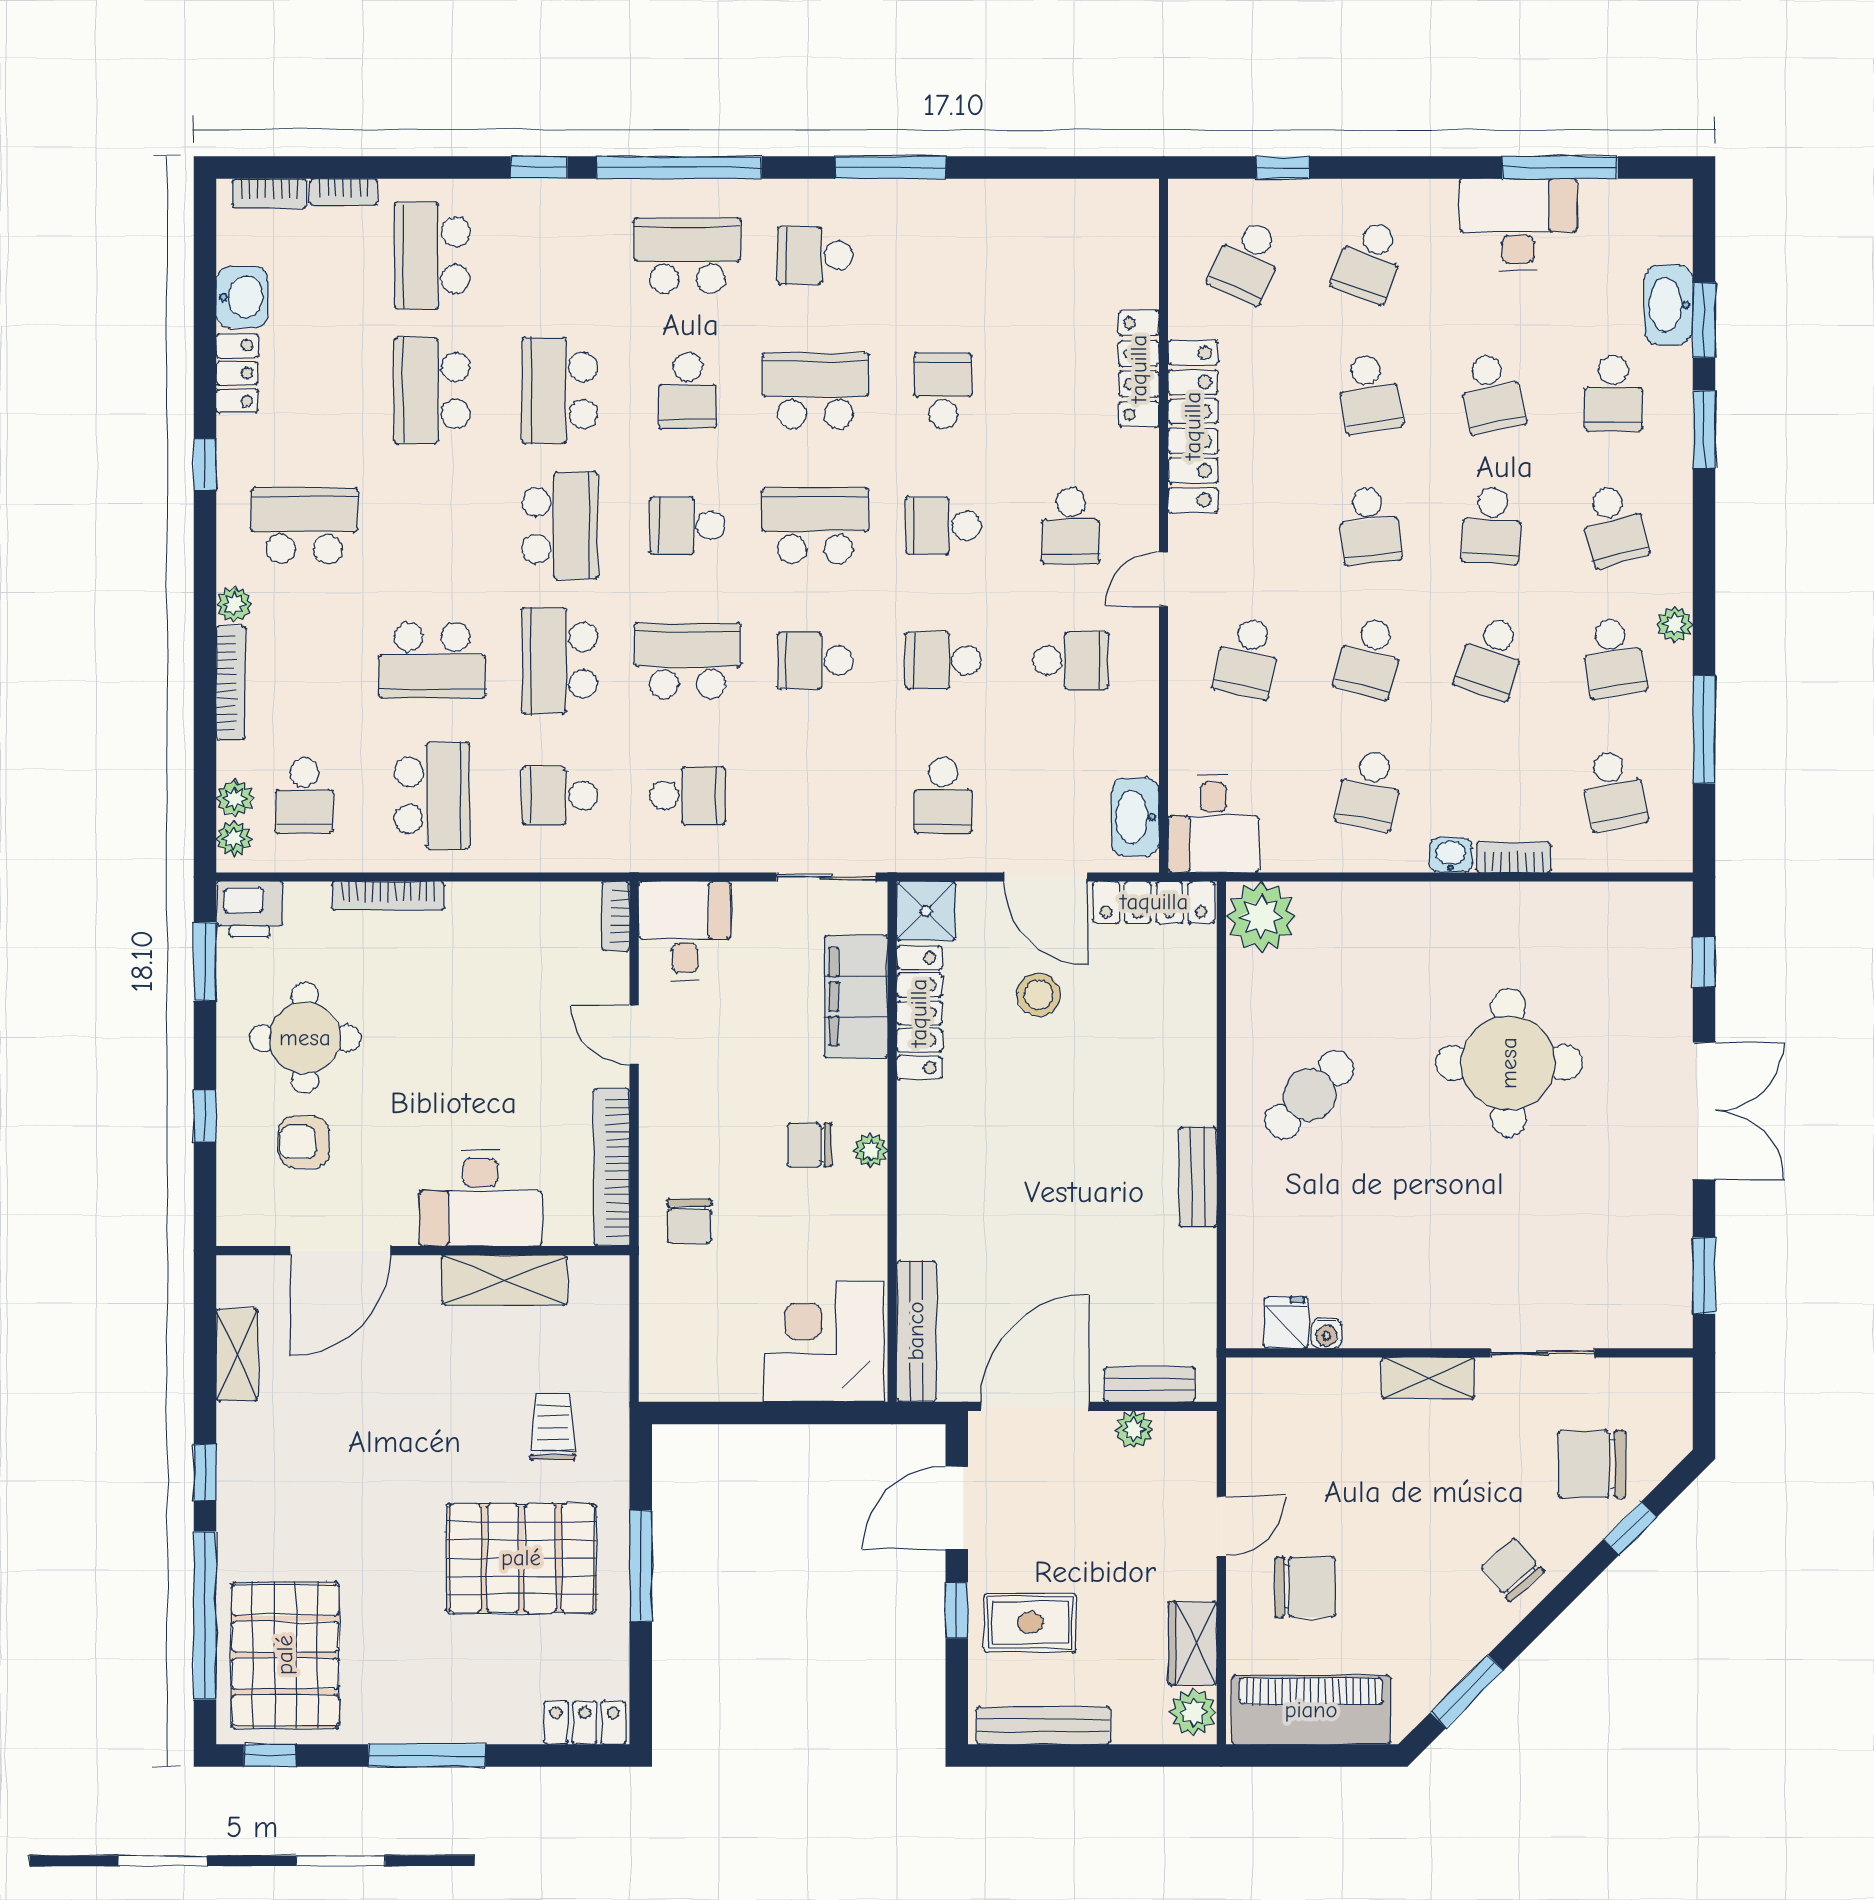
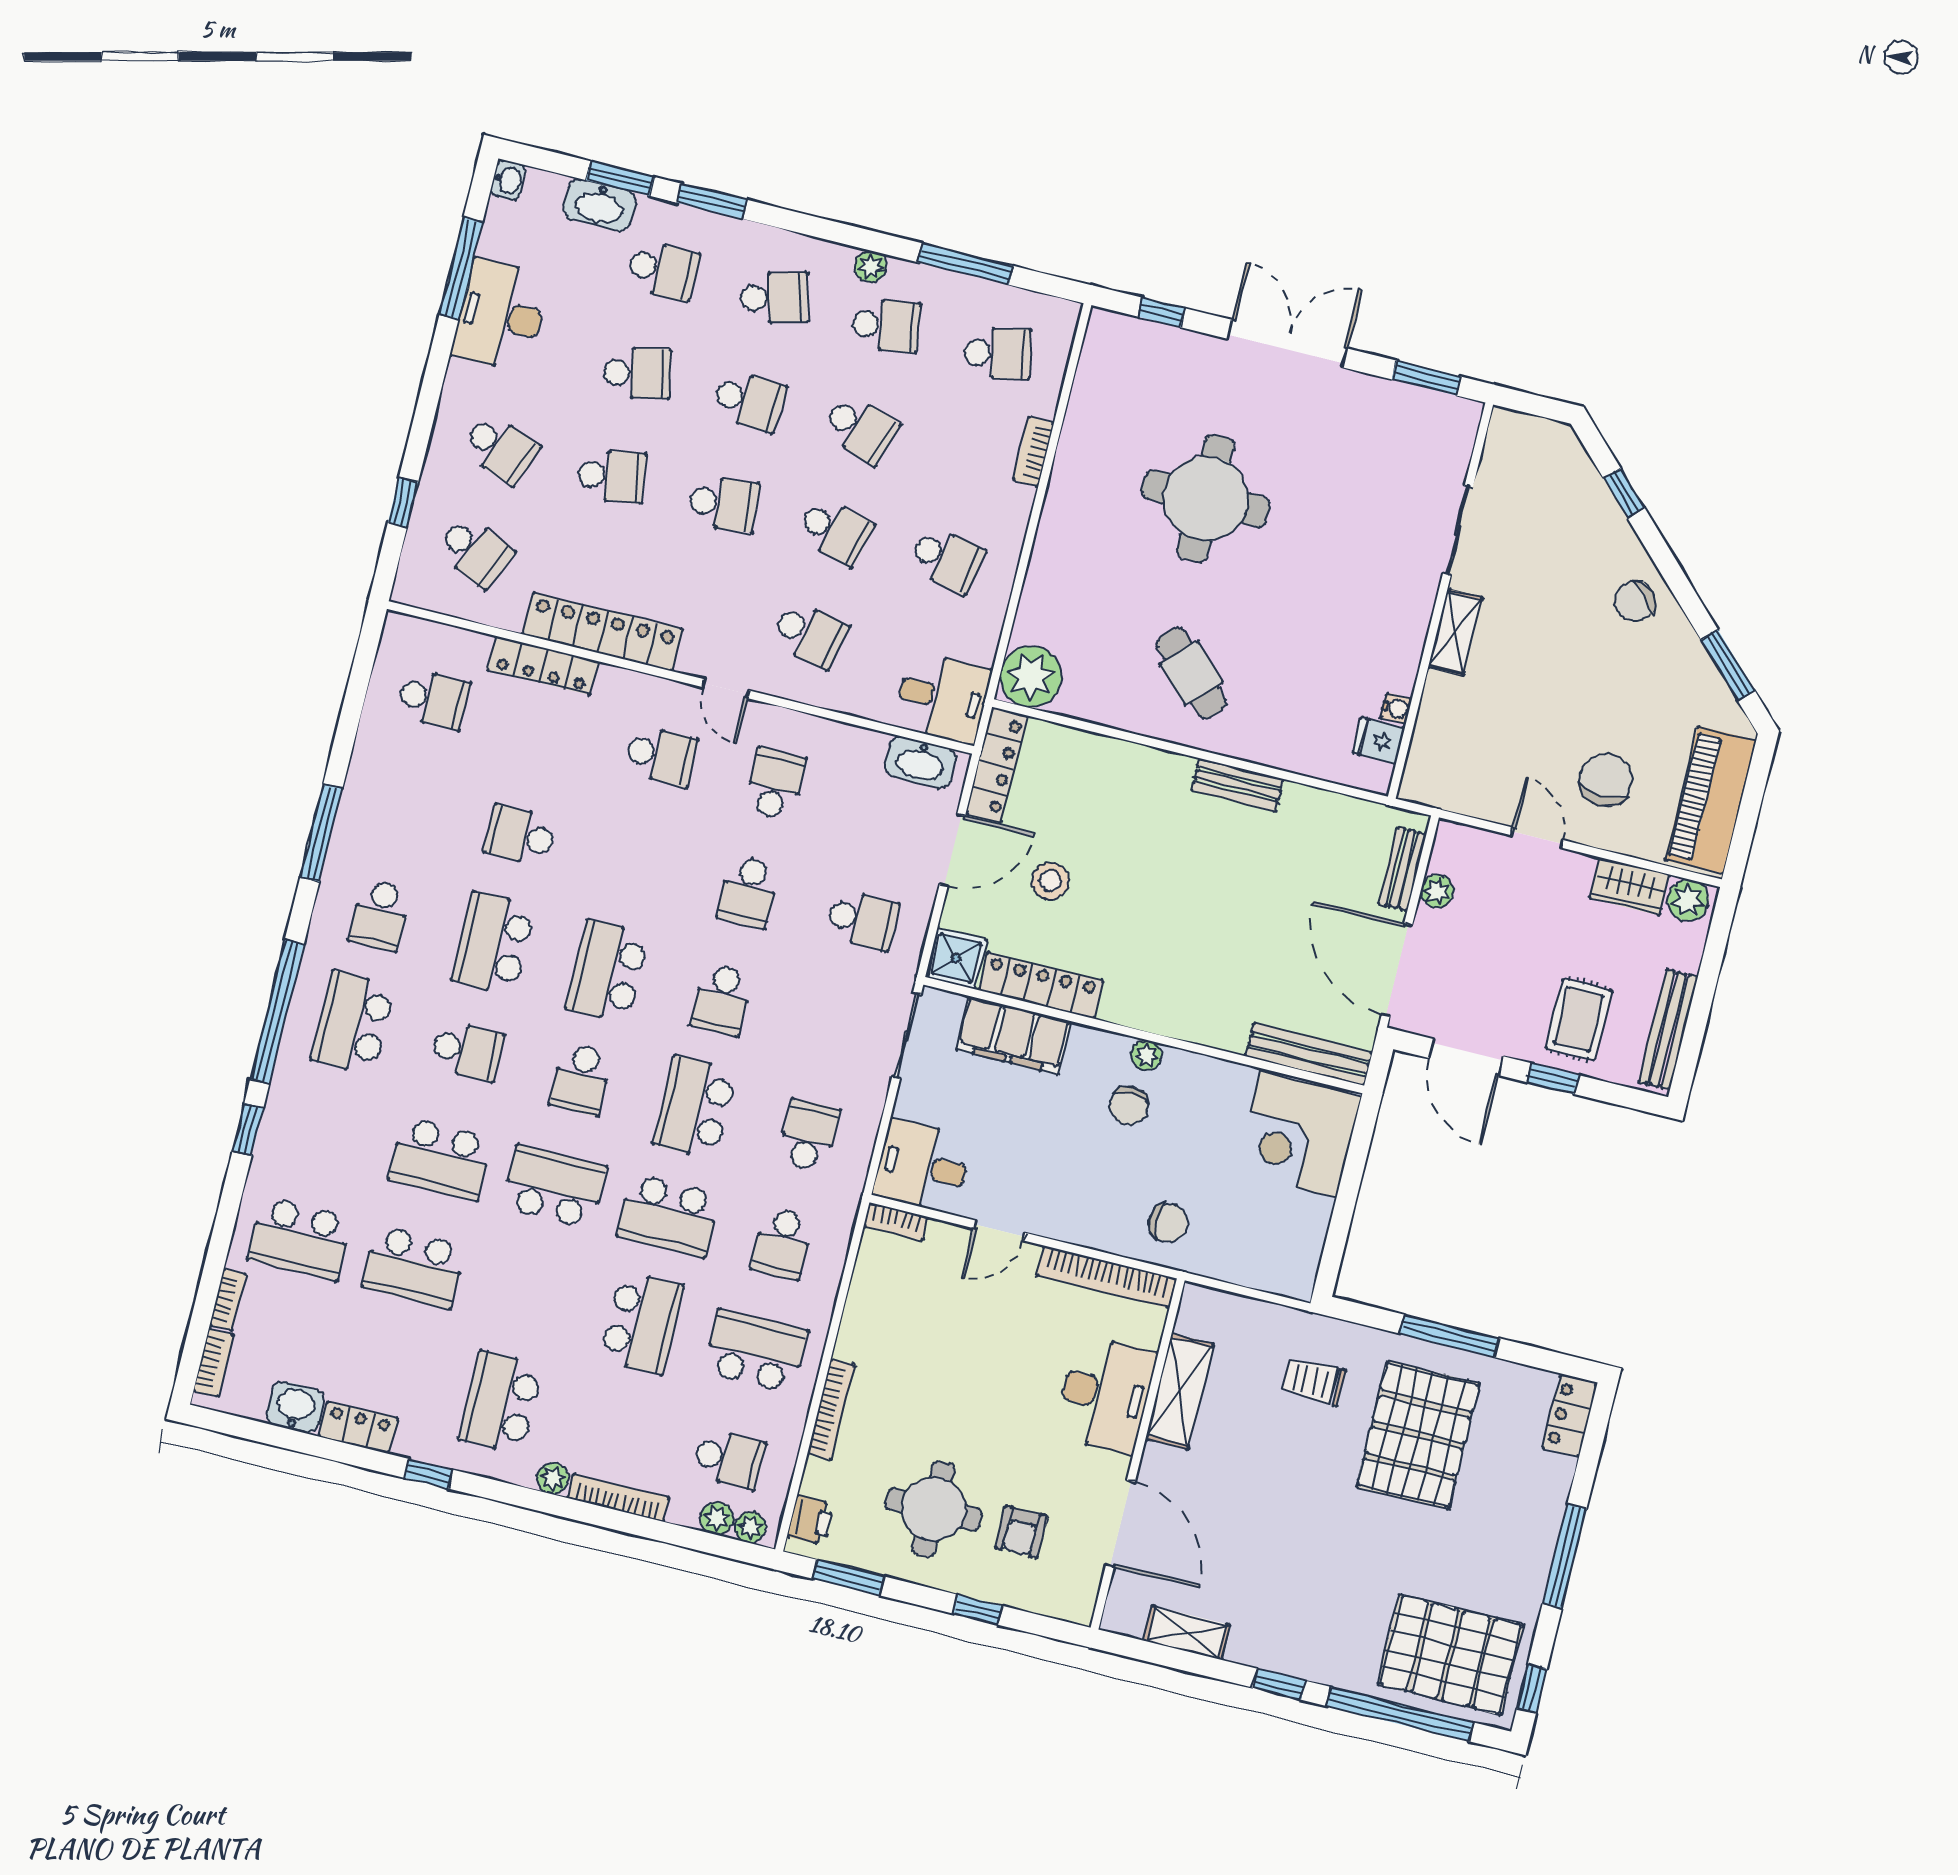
school desk: (943, 526) -> (433, 699), moved, turned -90
washbasin: (1451, 855) -> (508, 180), moved, turned 180
printer: (250, 909) -> (811, 1520), width x0.73, depth x0.81
chair: (1592, 1464) -> (1562, 512), removed

